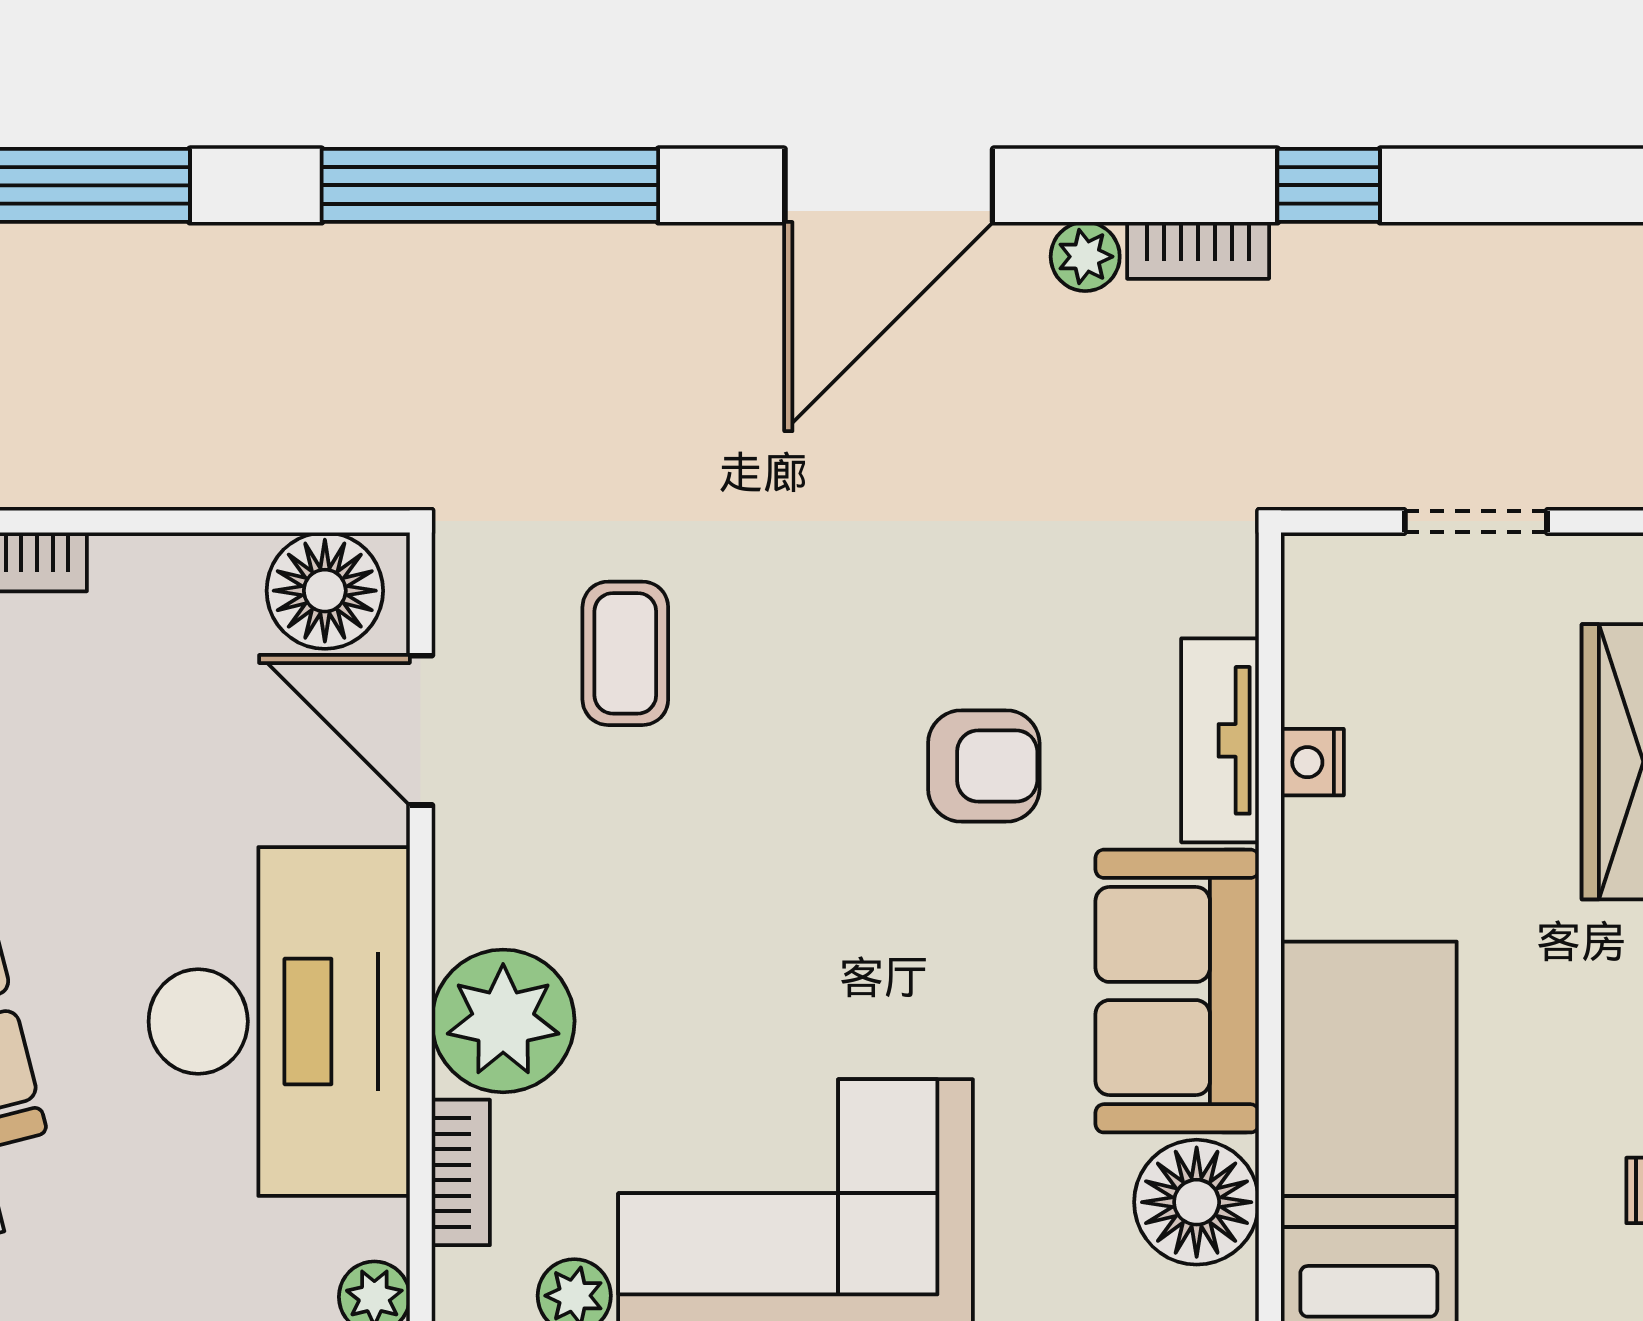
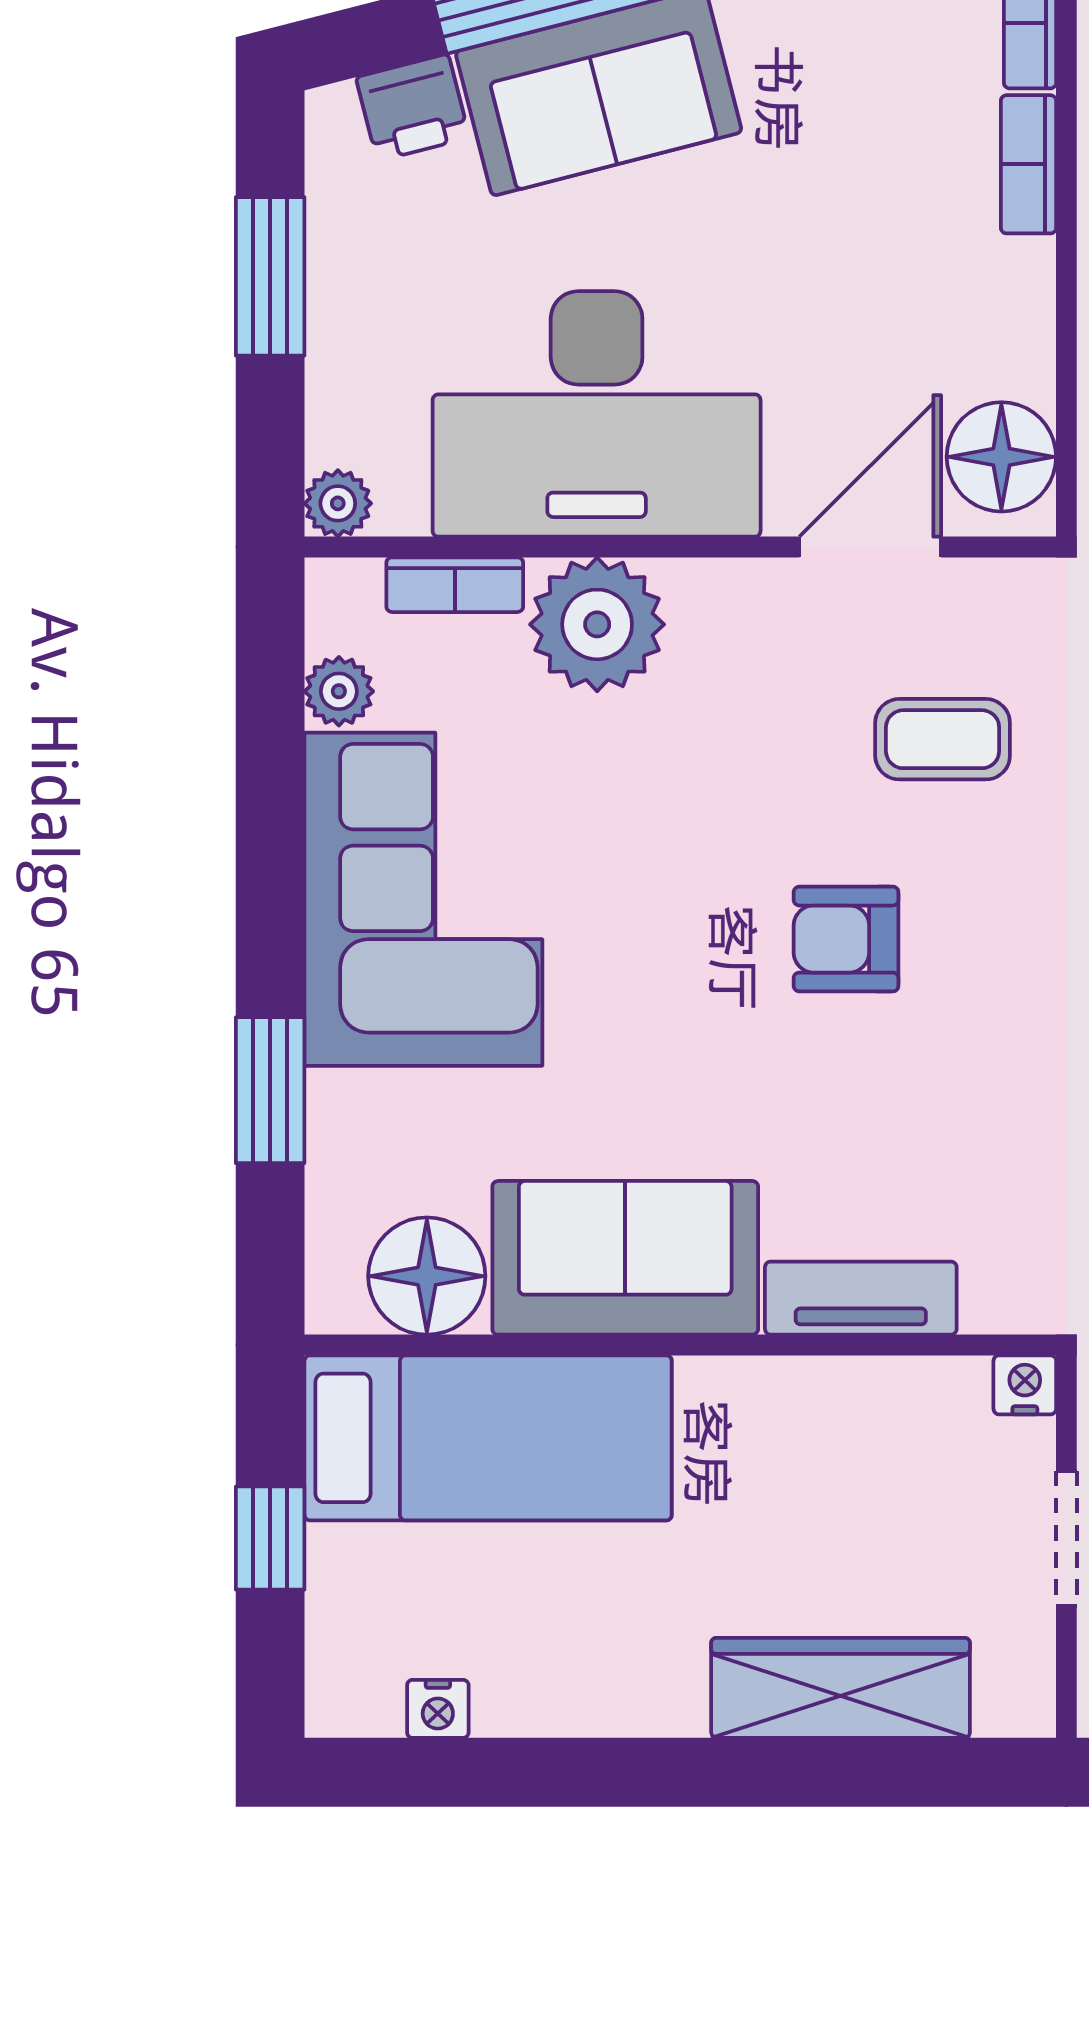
nightstand: (1312, 762) -> (1025, 1385), moved
armchair: (984, 766) -> (846, 939), moved, turned 90

